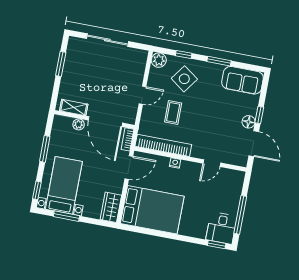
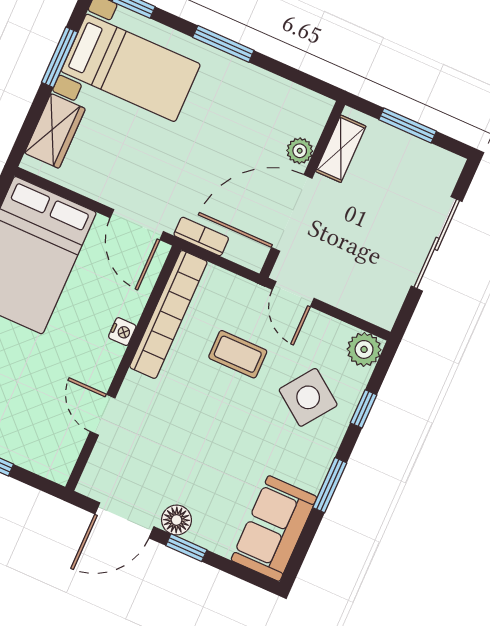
shelving: (74, 107) -> (341, 149), moved
wall: (94, 120) -> (302, 189), moved
door: (105, 122) -> (292, 213), moved
plant: (79, 124) -> (300, 151), moved
wardrobe: (111, 207) -> (55, 131), moved, turned 90

